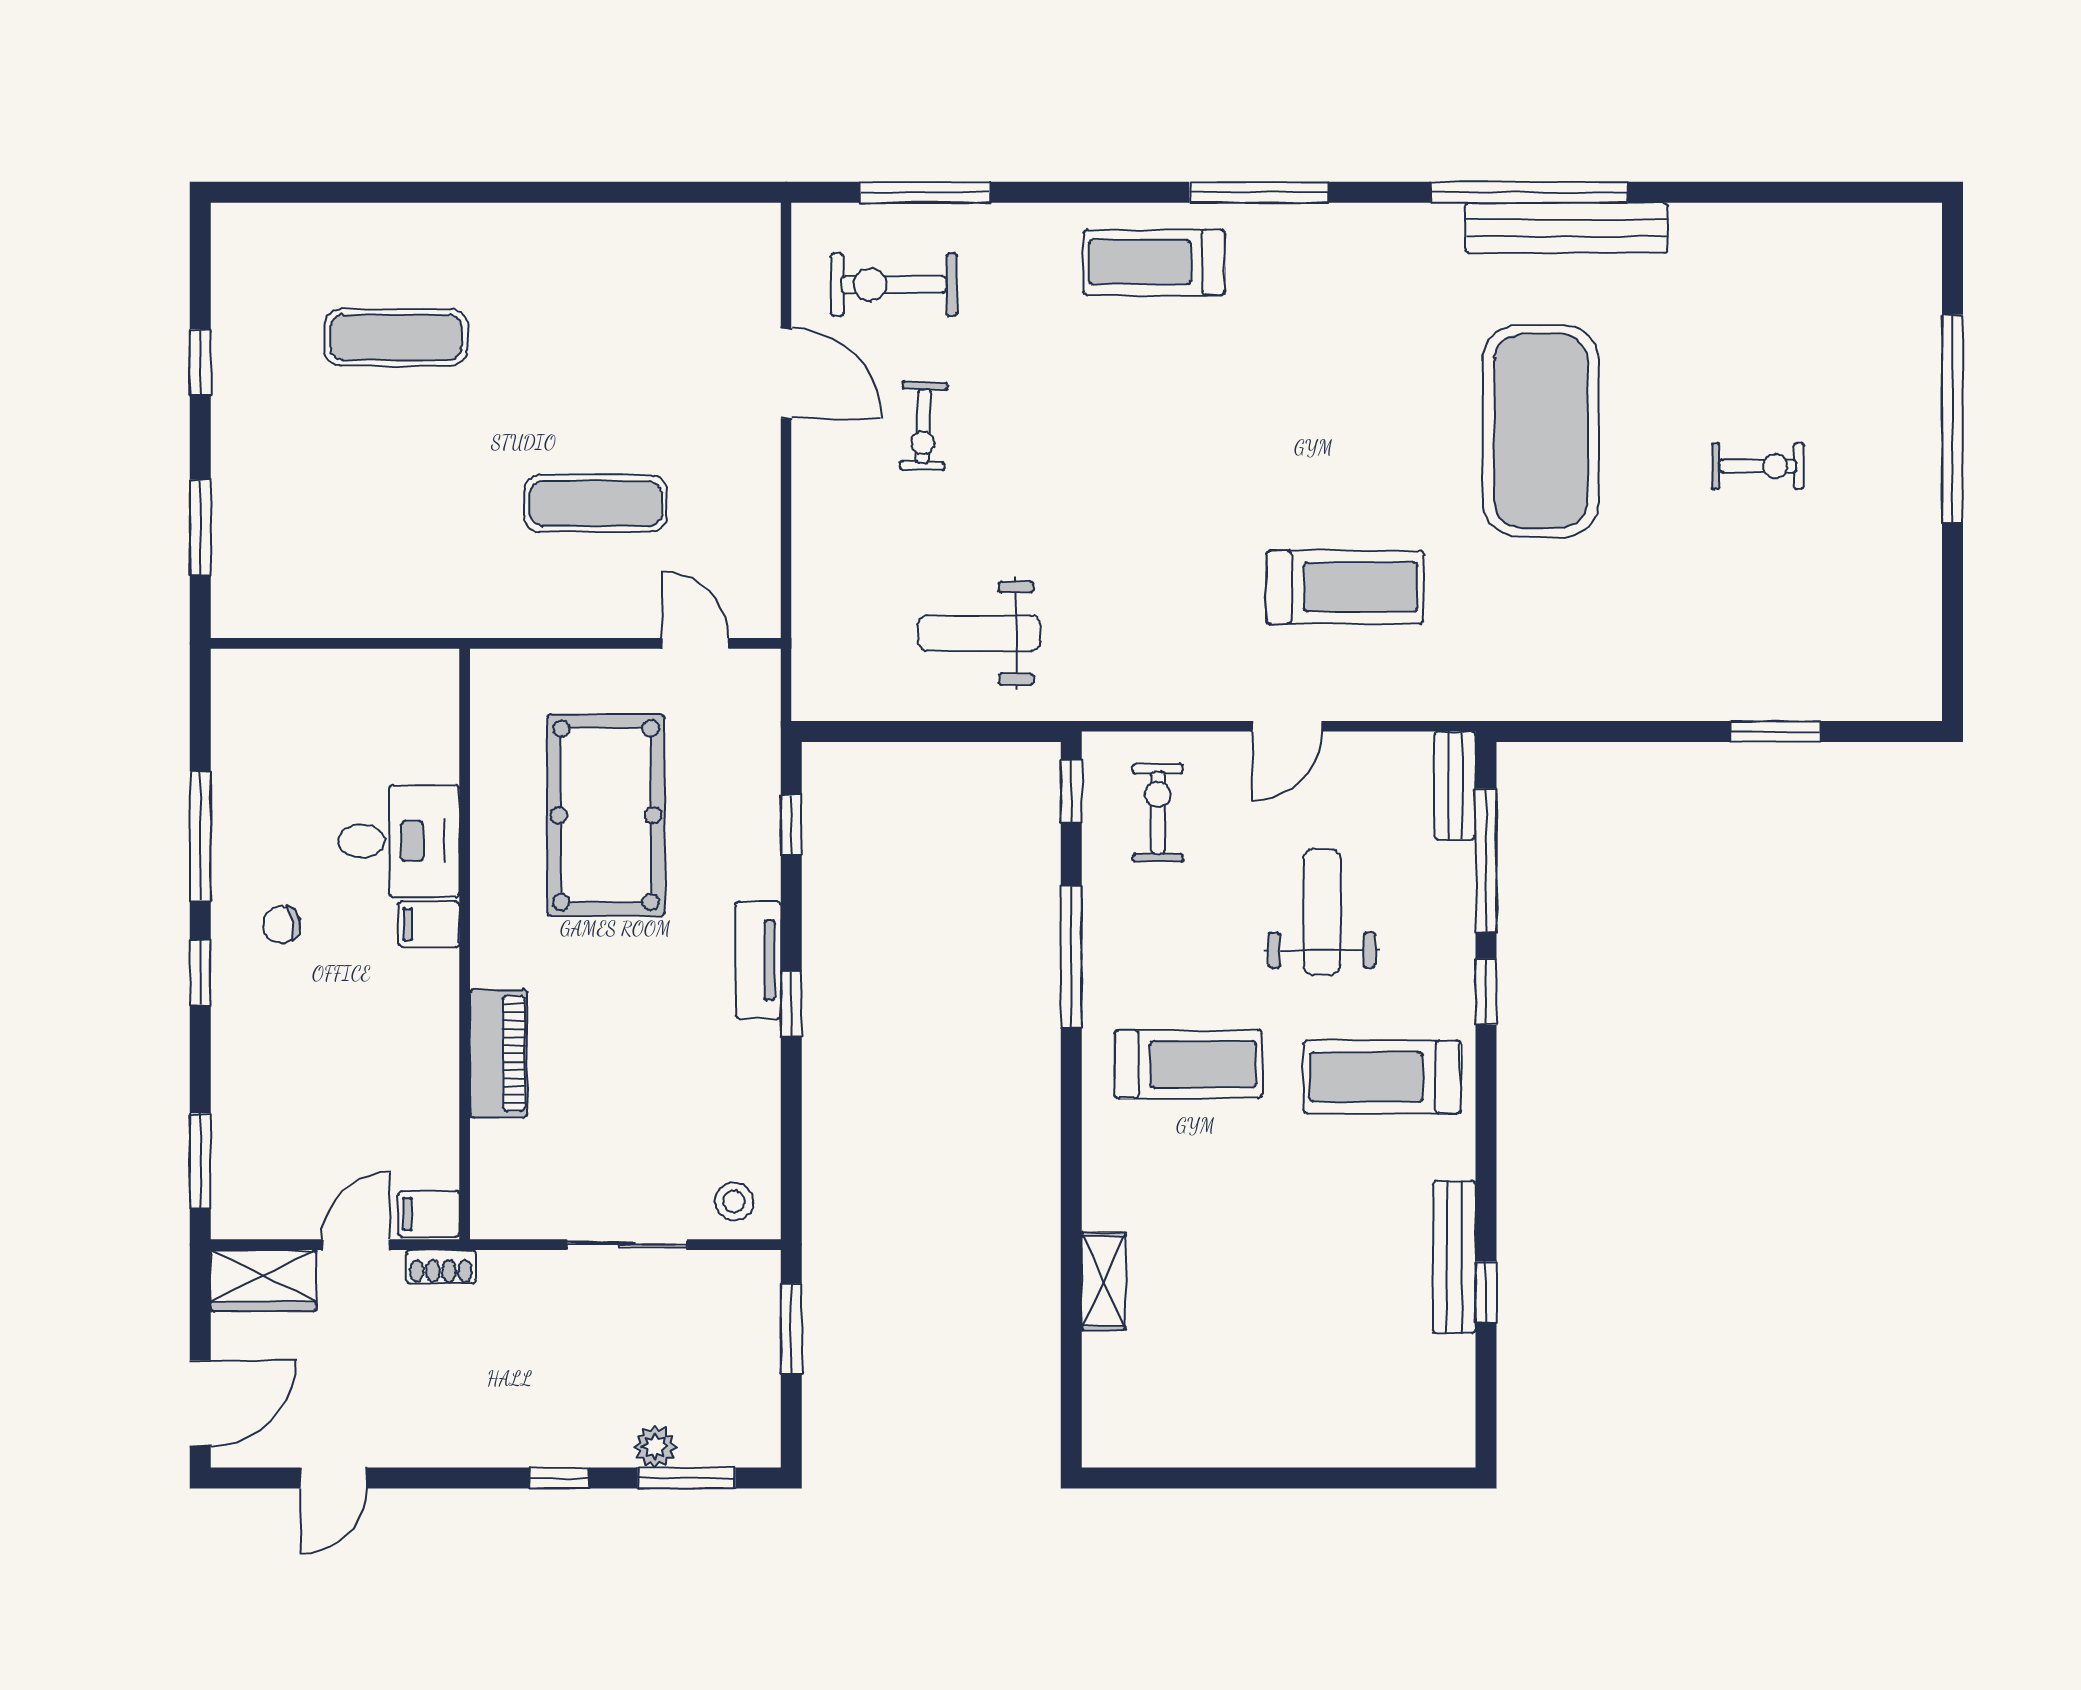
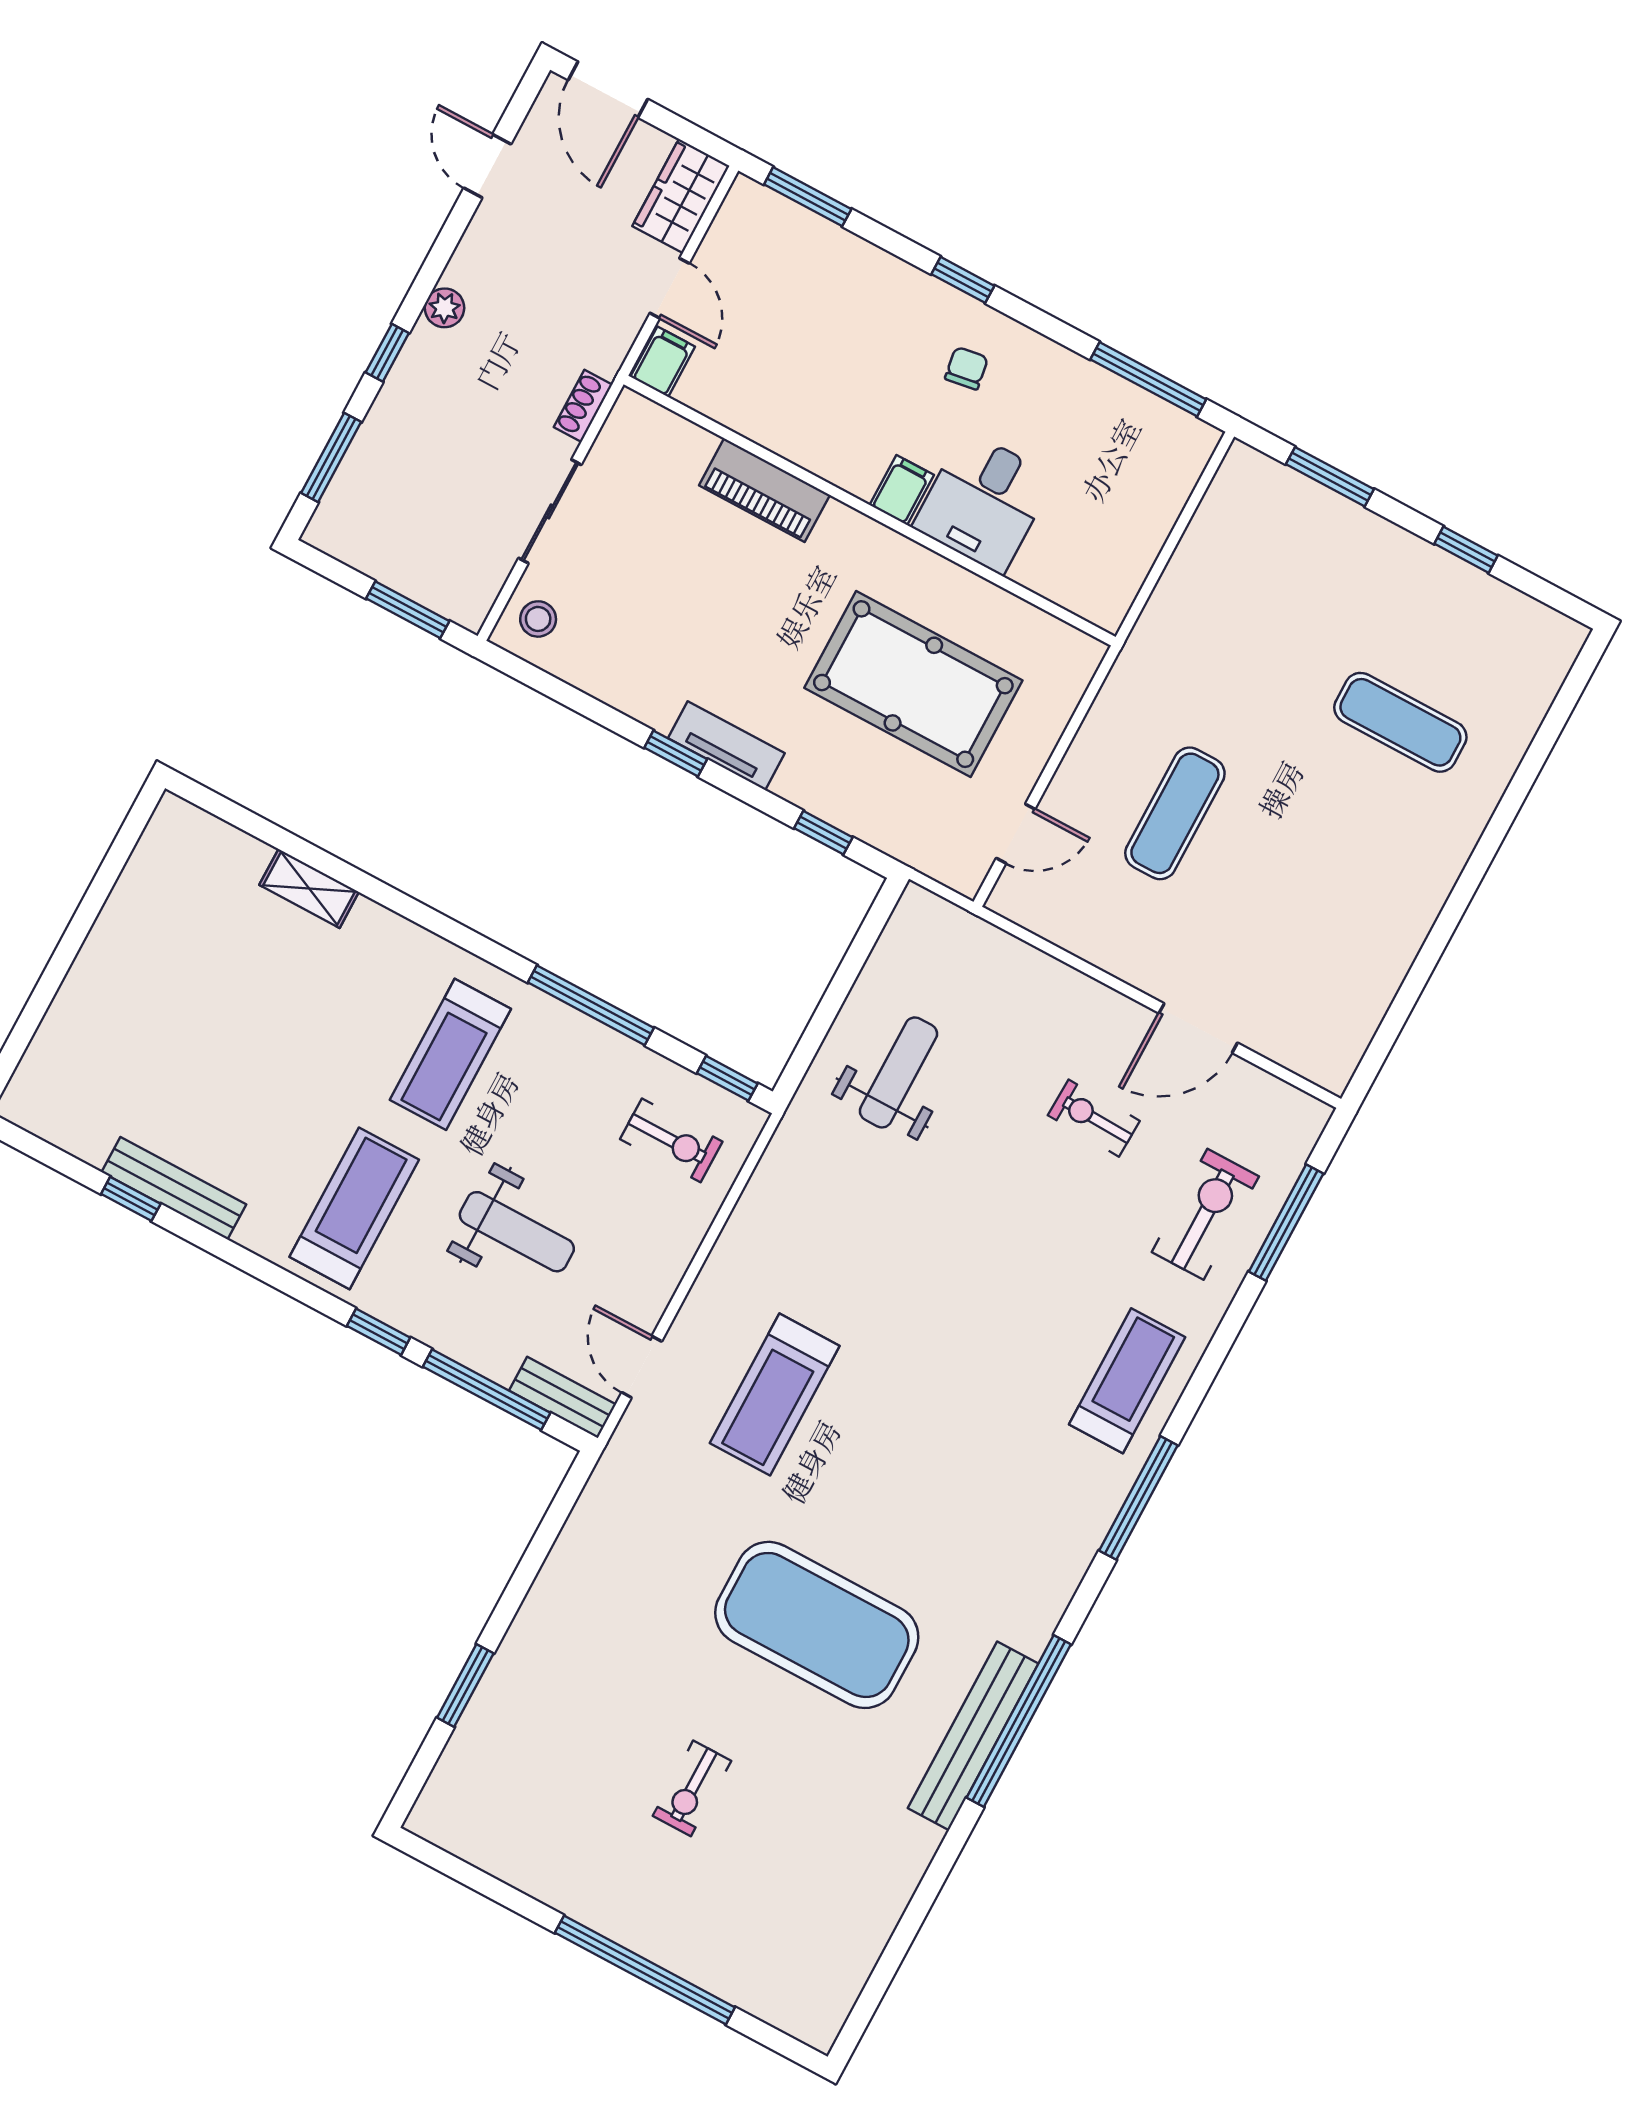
exercise bike: (894, 285) -> (1205, 1214), moved
exercise mat: (396, 337) -> (1400, 722), turned 90
door: (1287, 726) -> (642, 1367), moved
window: (200, 836) -> (1148, 379), moved
shoe rack: (441, 1267) -> (583, 406), moved
plant: (655, 1447) -> (445, 308), moved

